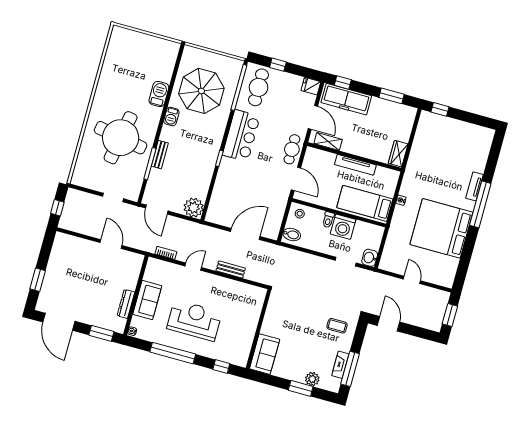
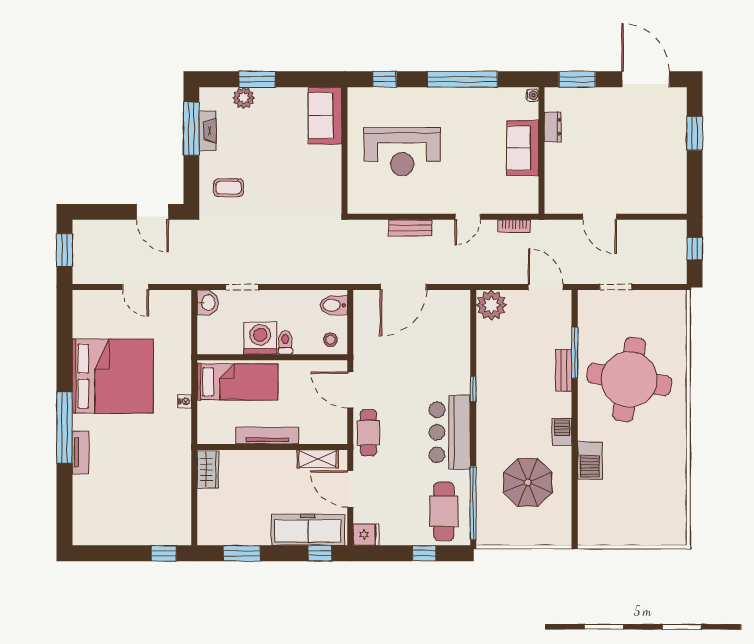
parasol: (201, 91) -> (528, 482), width x0.73, depth x0.73
dresser: (126, 304) -> (553, 127), width x0.70
reception desk: (194, 320) -> (402, 152), moved

